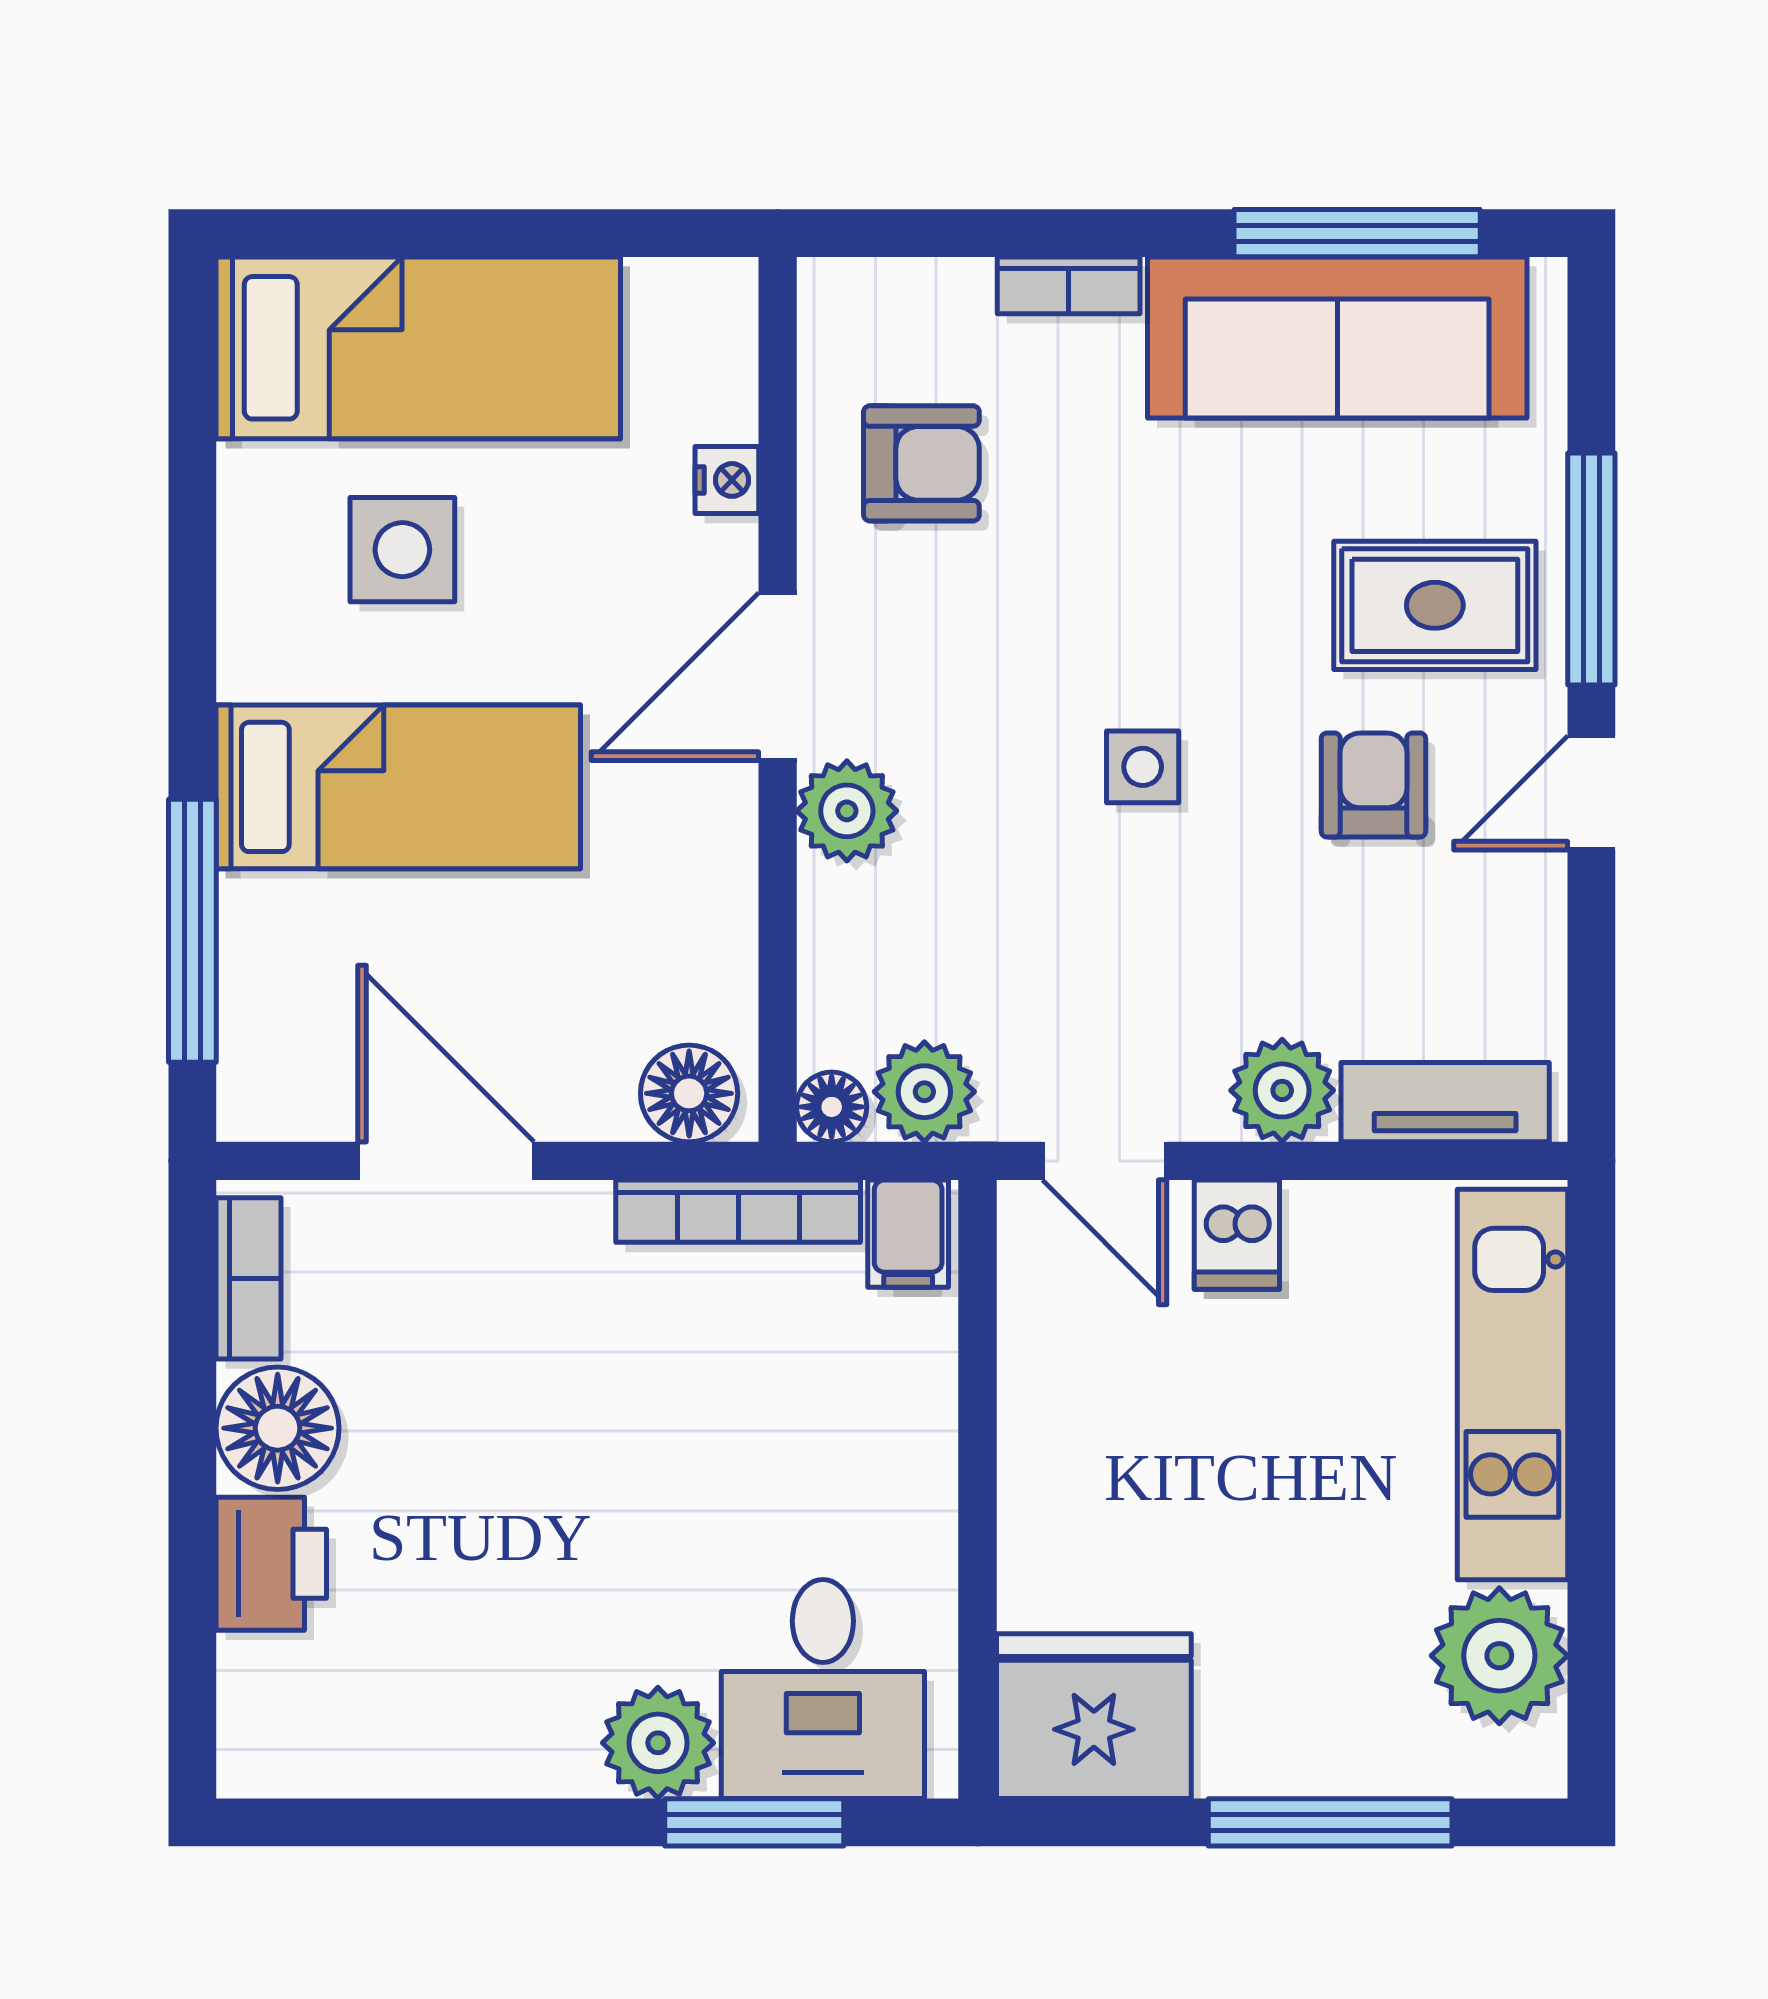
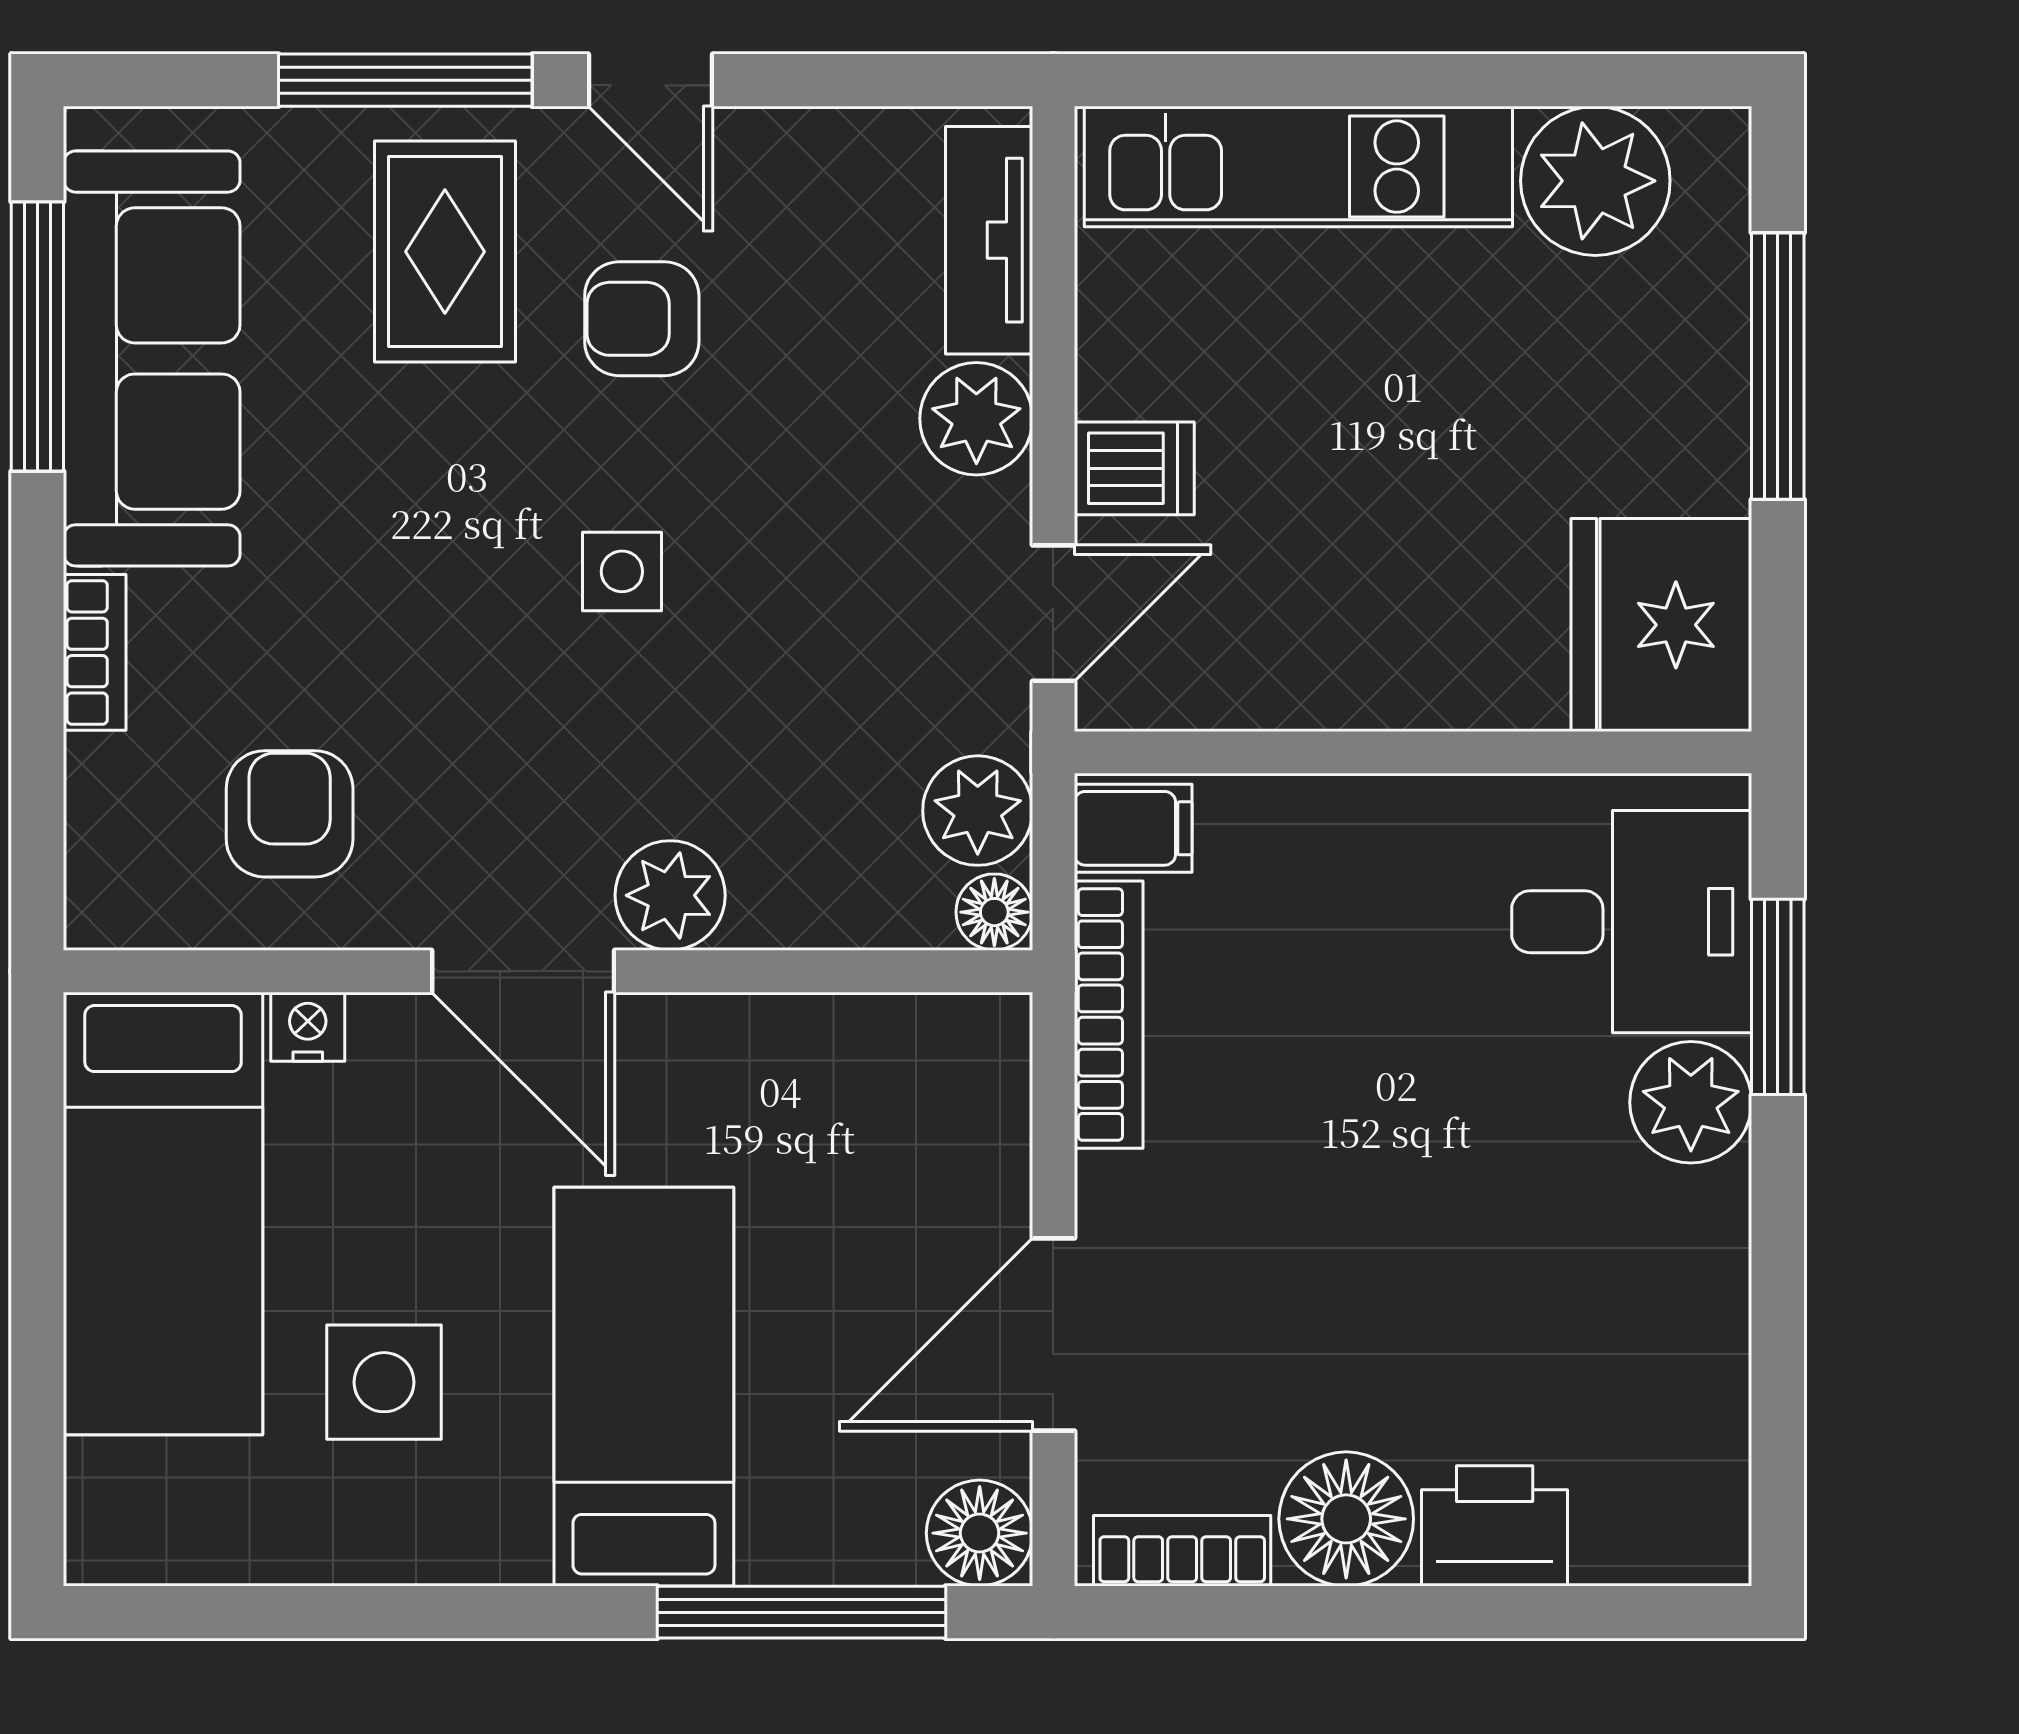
bed: (418, 348) -> (163, 1213), moved, turned 180
floor lamp: (689, 1093) -> (980, 1533), moved

